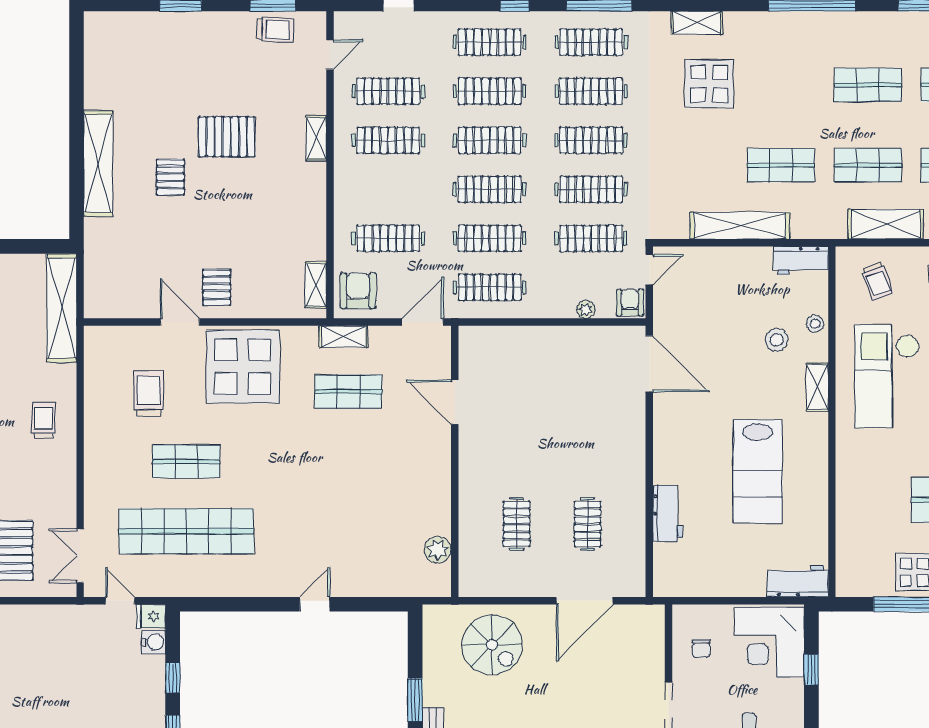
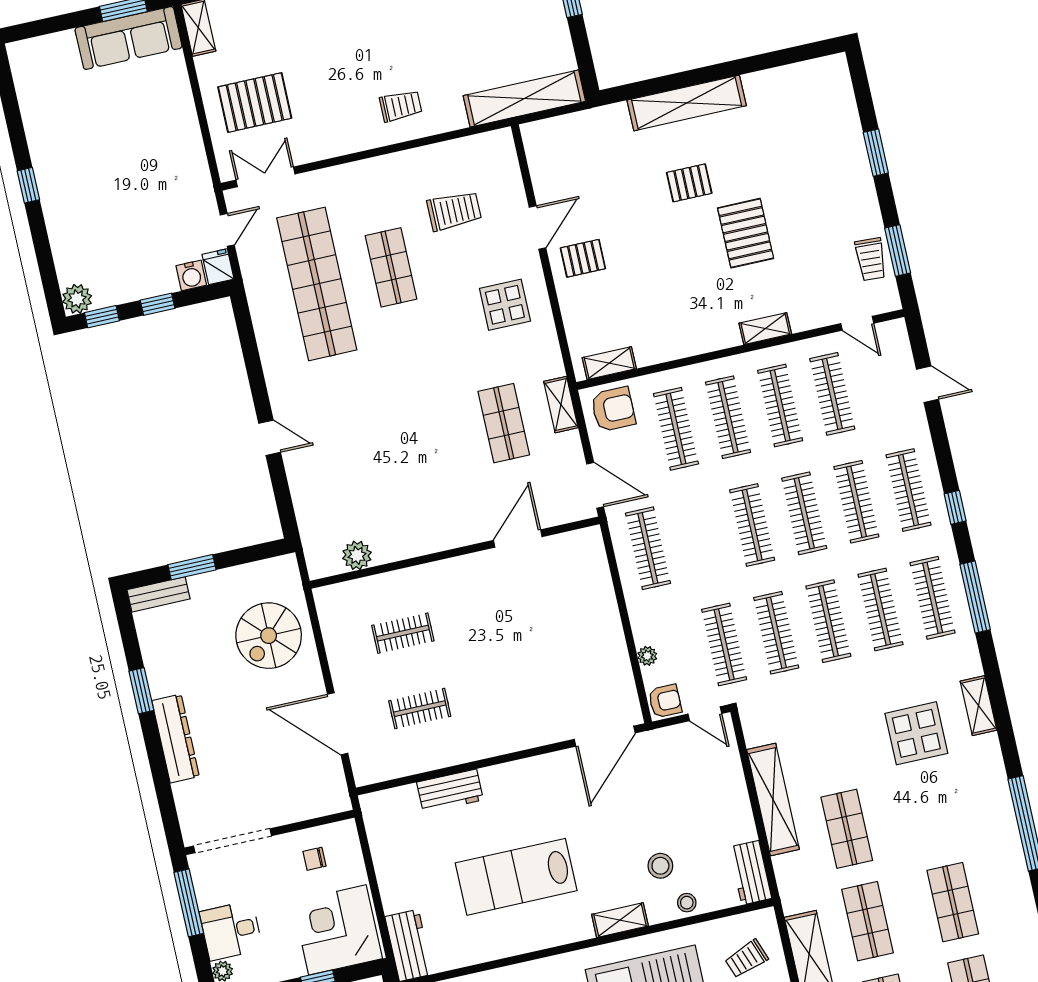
clothes rail: (490, 238) -> (728, 417), moved
display table: (243, 367) -> (505, 305), width x0.54, depth x0.54

